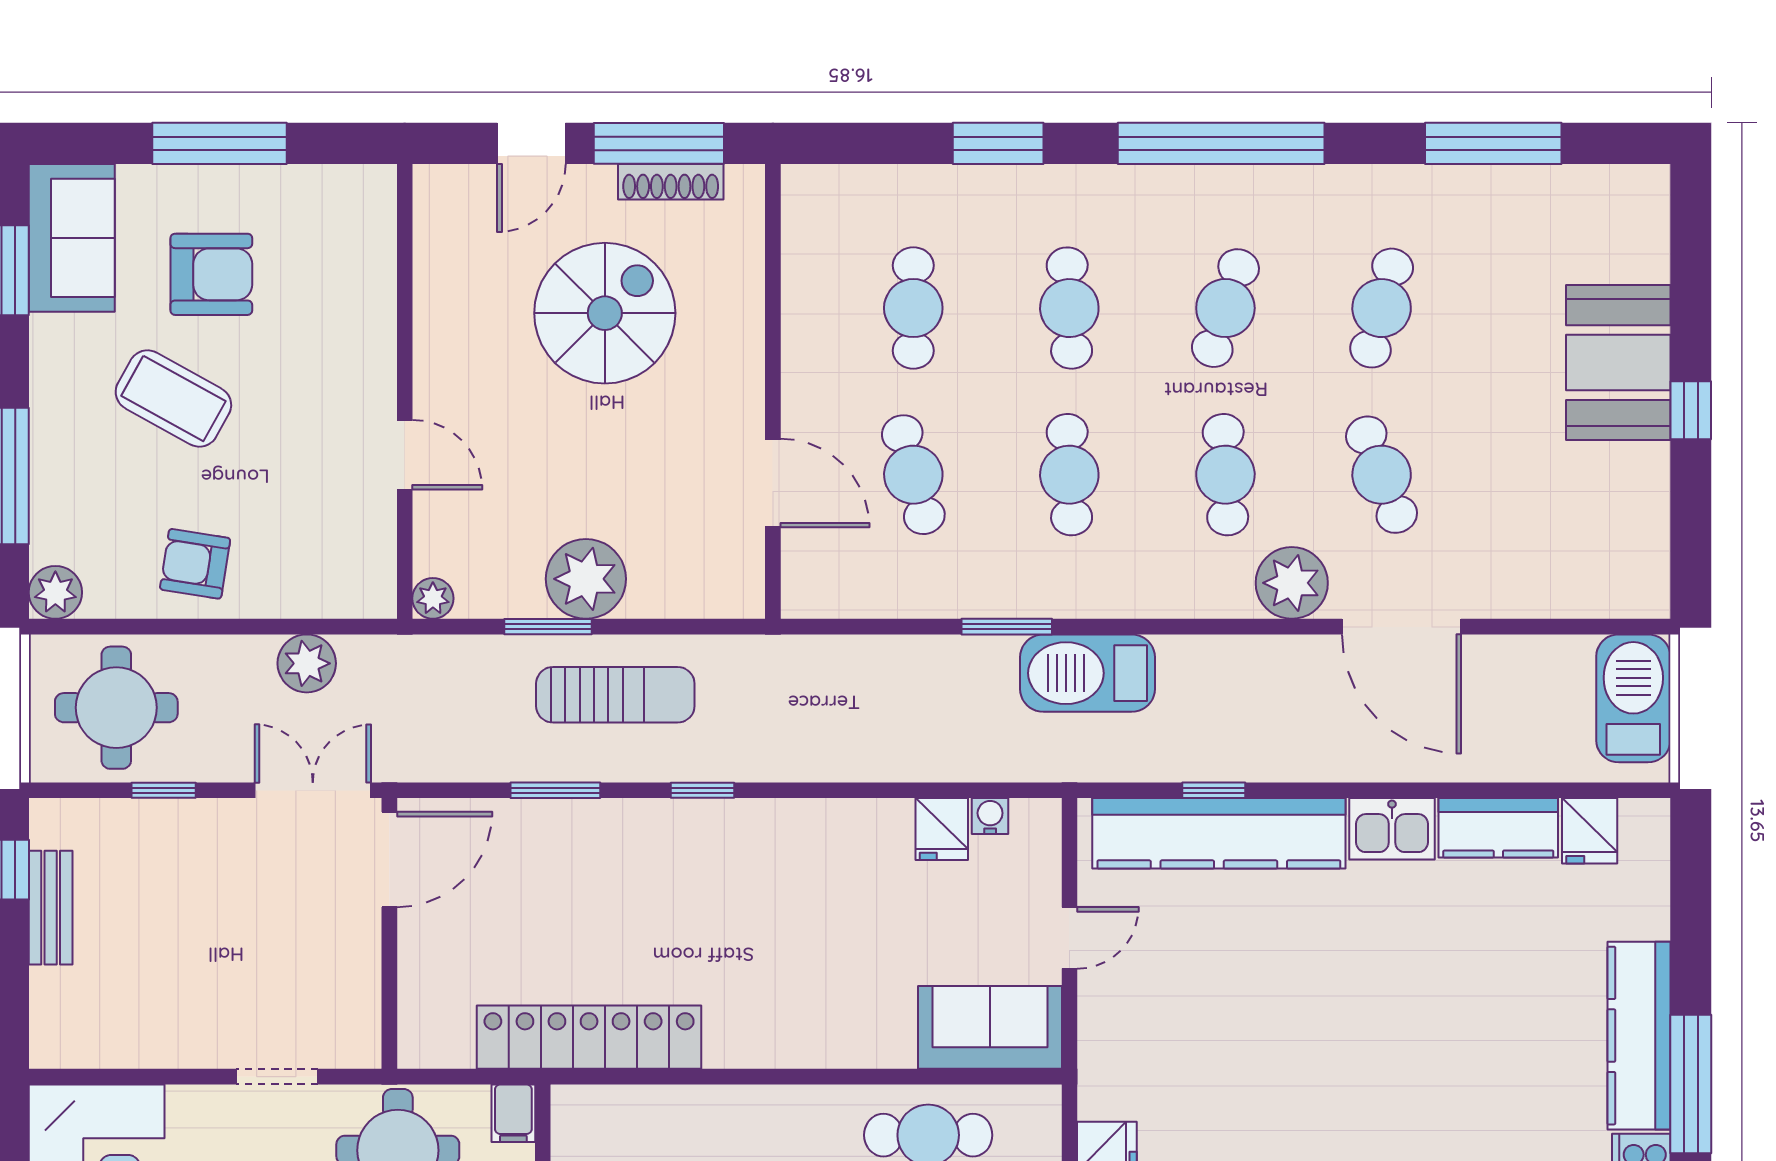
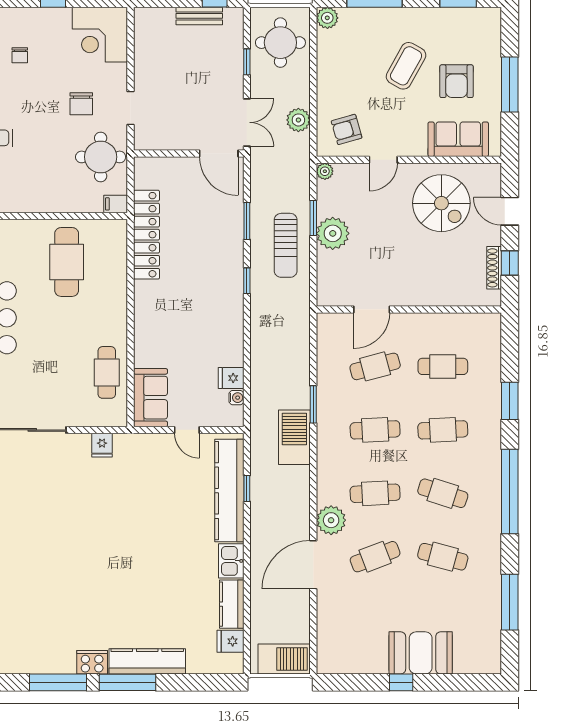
window: (659, 143) -> (510, 263), width x0.46
sofa: (72, 238) -> (458, 139), moved, turned 180
spiral stairs: (605, 313) -> (441, 203), moved
armchair: (195, 564) -> (347, 129), moved, turned -115

